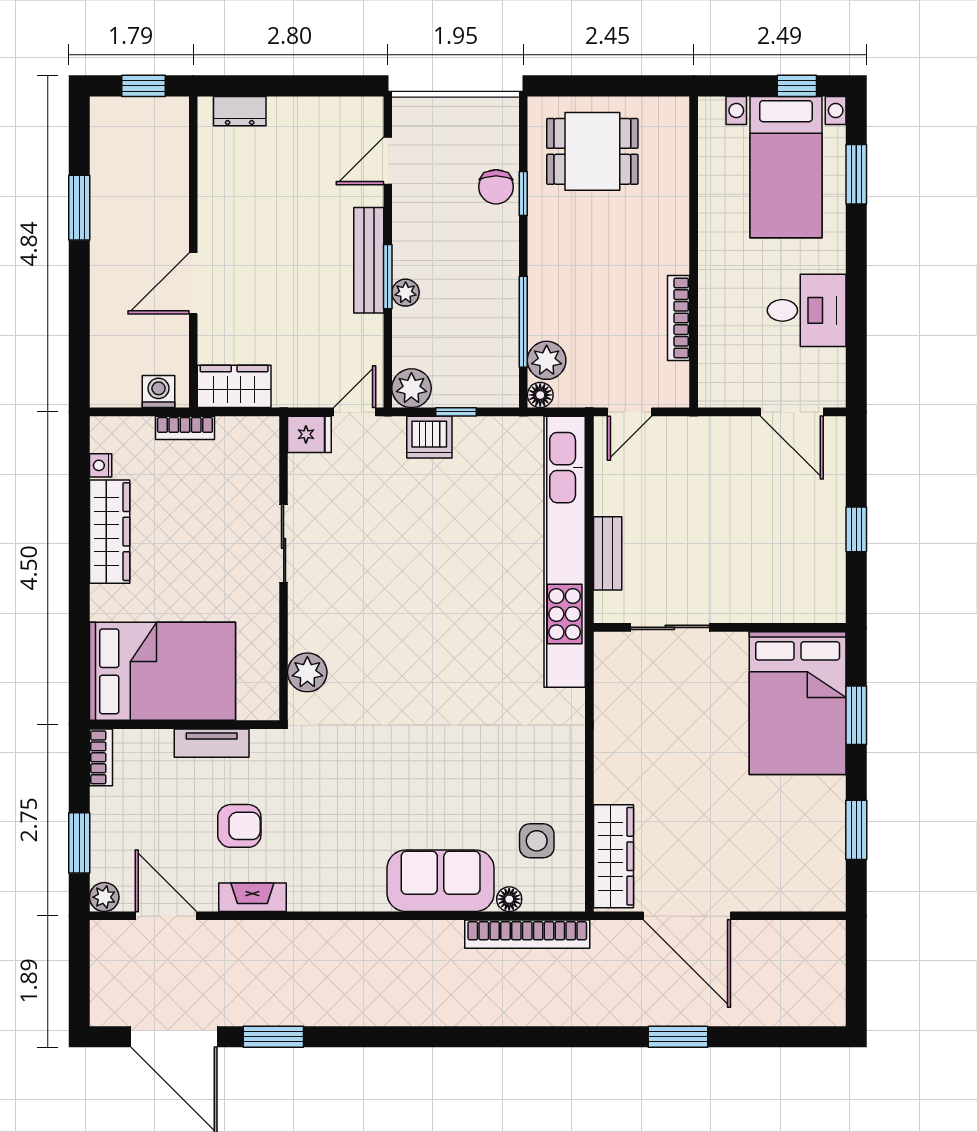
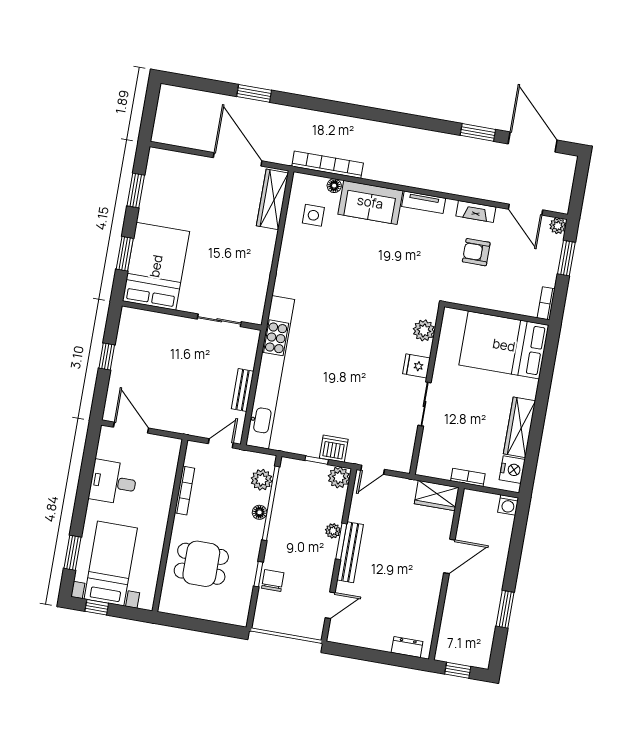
dining table: (592, 151) -> (201, 564), moved
window: (523, 322) -> (271, 503), width x1.46
washing machine: (159, 392) -> (508, 505), moved
floor lamp: (540, 395) -> (260, 512), moved
fridge: (309, 434) -> (416, 366), moved
nightstand: (101, 465) -> (512, 470), width x1.89, depth x1.79
bench: (608, 553) -> (243, 390), moved
tv unit: (212, 743) -> (424, 202), moved, turned 180

